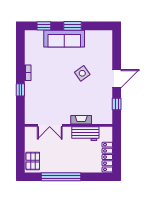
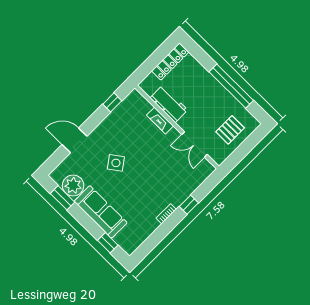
window: (73, 26) -> (63, 198), moved
plant: (93, 38) -> (73, 185), added
door: (117, 79) -> (75, 140), moved
double door: (50, 125) -> (194, 144), swing flipped
pallet: (33, 161) -> (230, 130), moved

